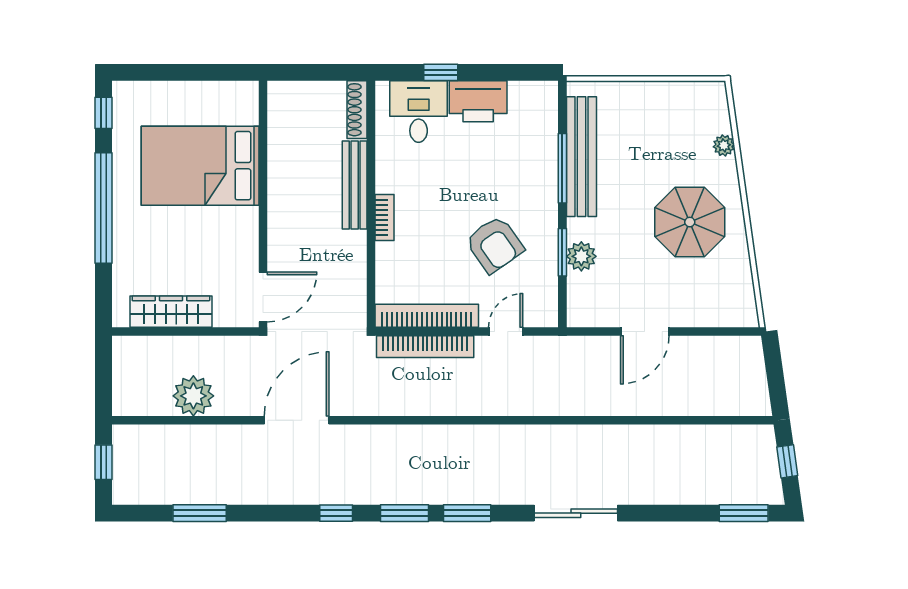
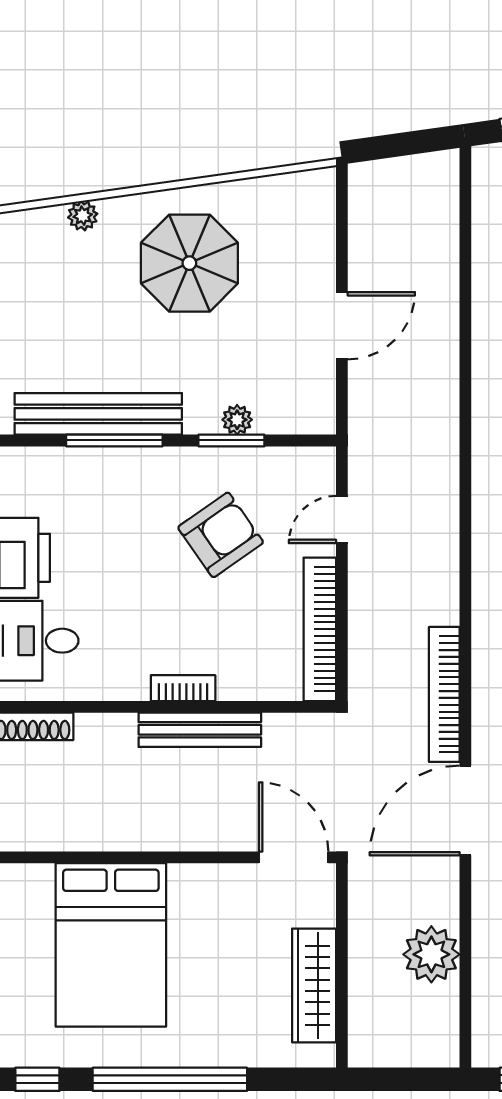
bench: (355, 185) -> (200, 730), moved
plant: (581, 256) -> (237, 420), width x0.73, depth x0.73
door: (506, 332) -> (342, 520), hinge flipped
door: (645, 332) -> (342, 326), hinge flipped
bookcase: (425, 347) -> (444, 694), moved, turned 180
door: (297, 420) -> (465, 811), hinge flipped

